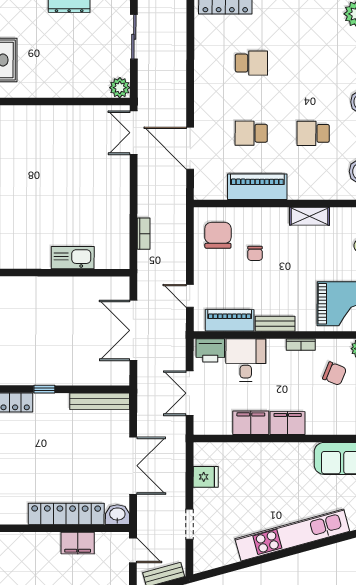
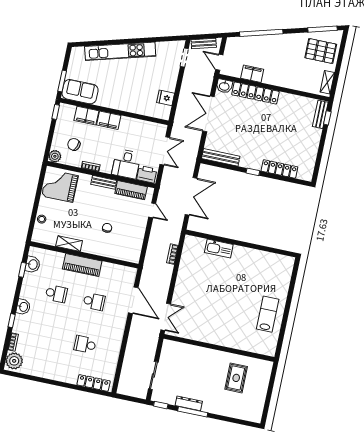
plant: (120, 88) -> (168, 346), removed
piano: (257, 187) -> (82, 265), moved
chair: (218, 235) -> (127, 244), removed
filing cabinet: (251, 423) -> (86, 116), moved
doorway: (189, 524) -> (184, 57), moved

